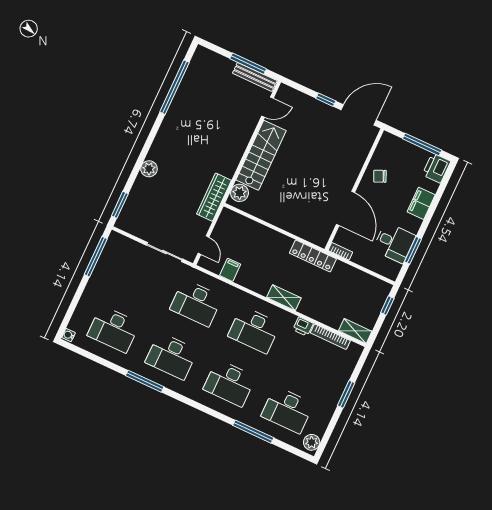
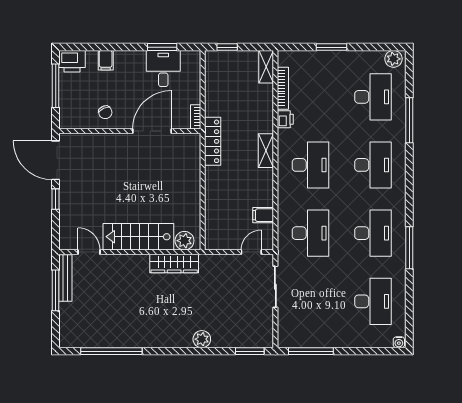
wardrobe: (214, 197) -> (174, 263), moved
filing cabinet: (421, 203) -> (106, 60), width x0.50

